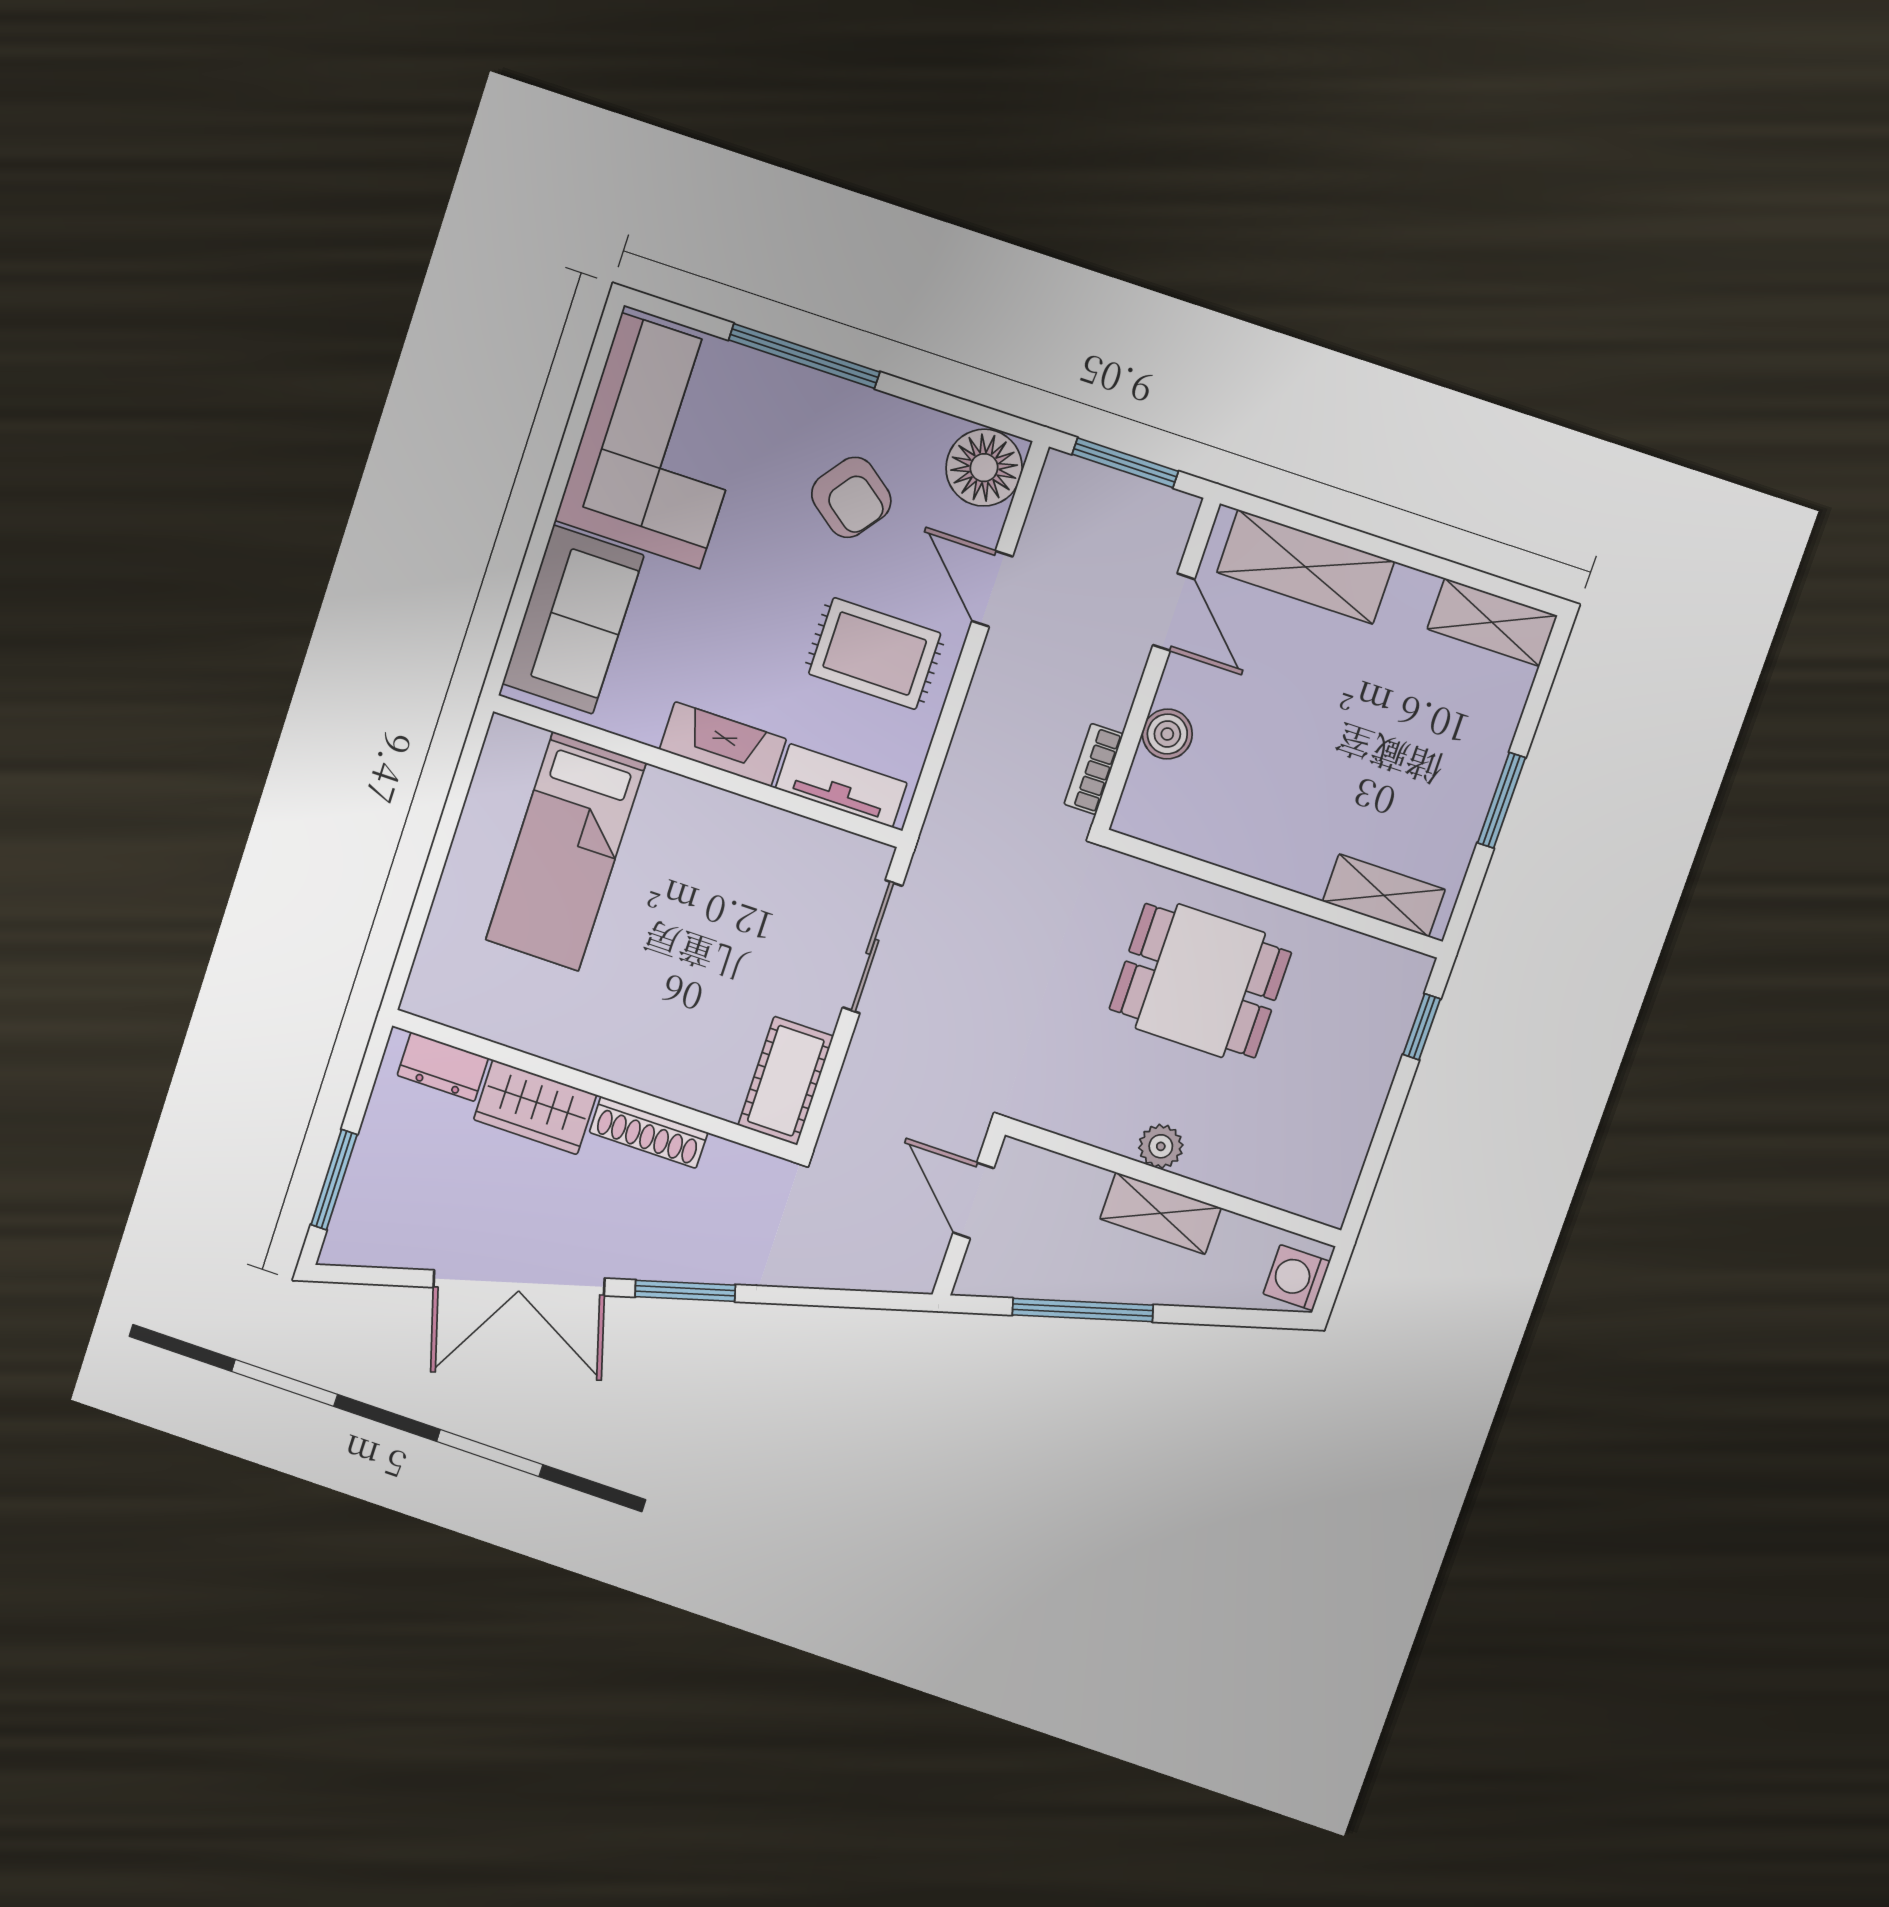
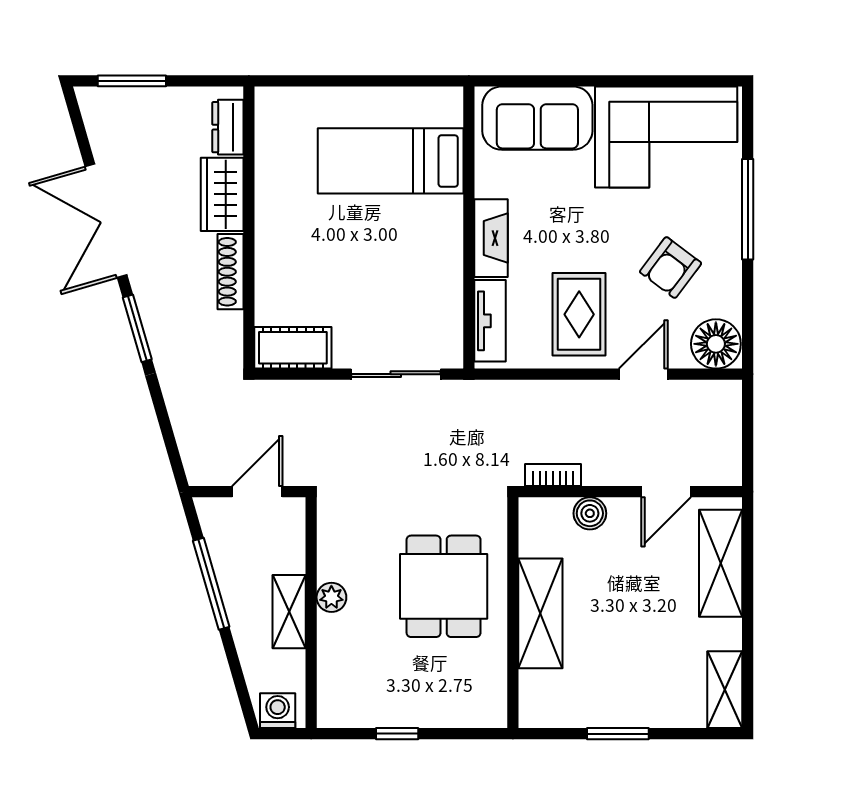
window: (1125, 463) -> (748, 430), removed
shelving: (1384, 895) -> (540, 613), moved, width x1.50, depth x1.33
window: (1422, 1027) -> (397, 734), moved

